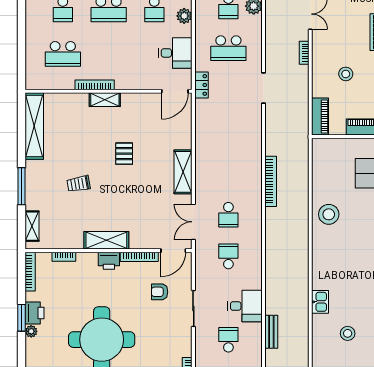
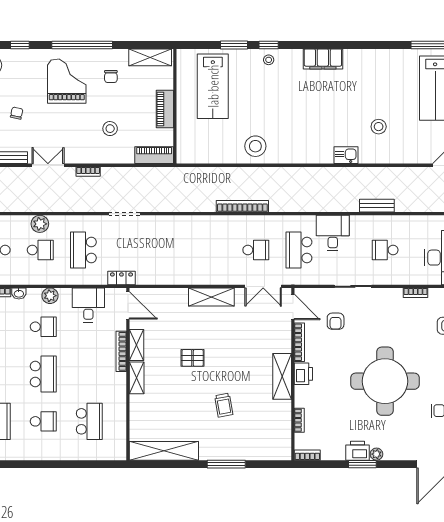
school desk: (228, 48) -> (83, 250), turned 180
bookcase: (95, 85) -> (121, 351), moved
bookcase: (271, 181) -> (242, 206), moved
shelving: (32, 226) -> (137, 345), moved, turned 90
school desk: (228, 256) -> (299, 250), width x1.85
bookcase: (30, 272) -> (307, 455), width x0.64
desk: (245, 306) -> (333, 233), moved

